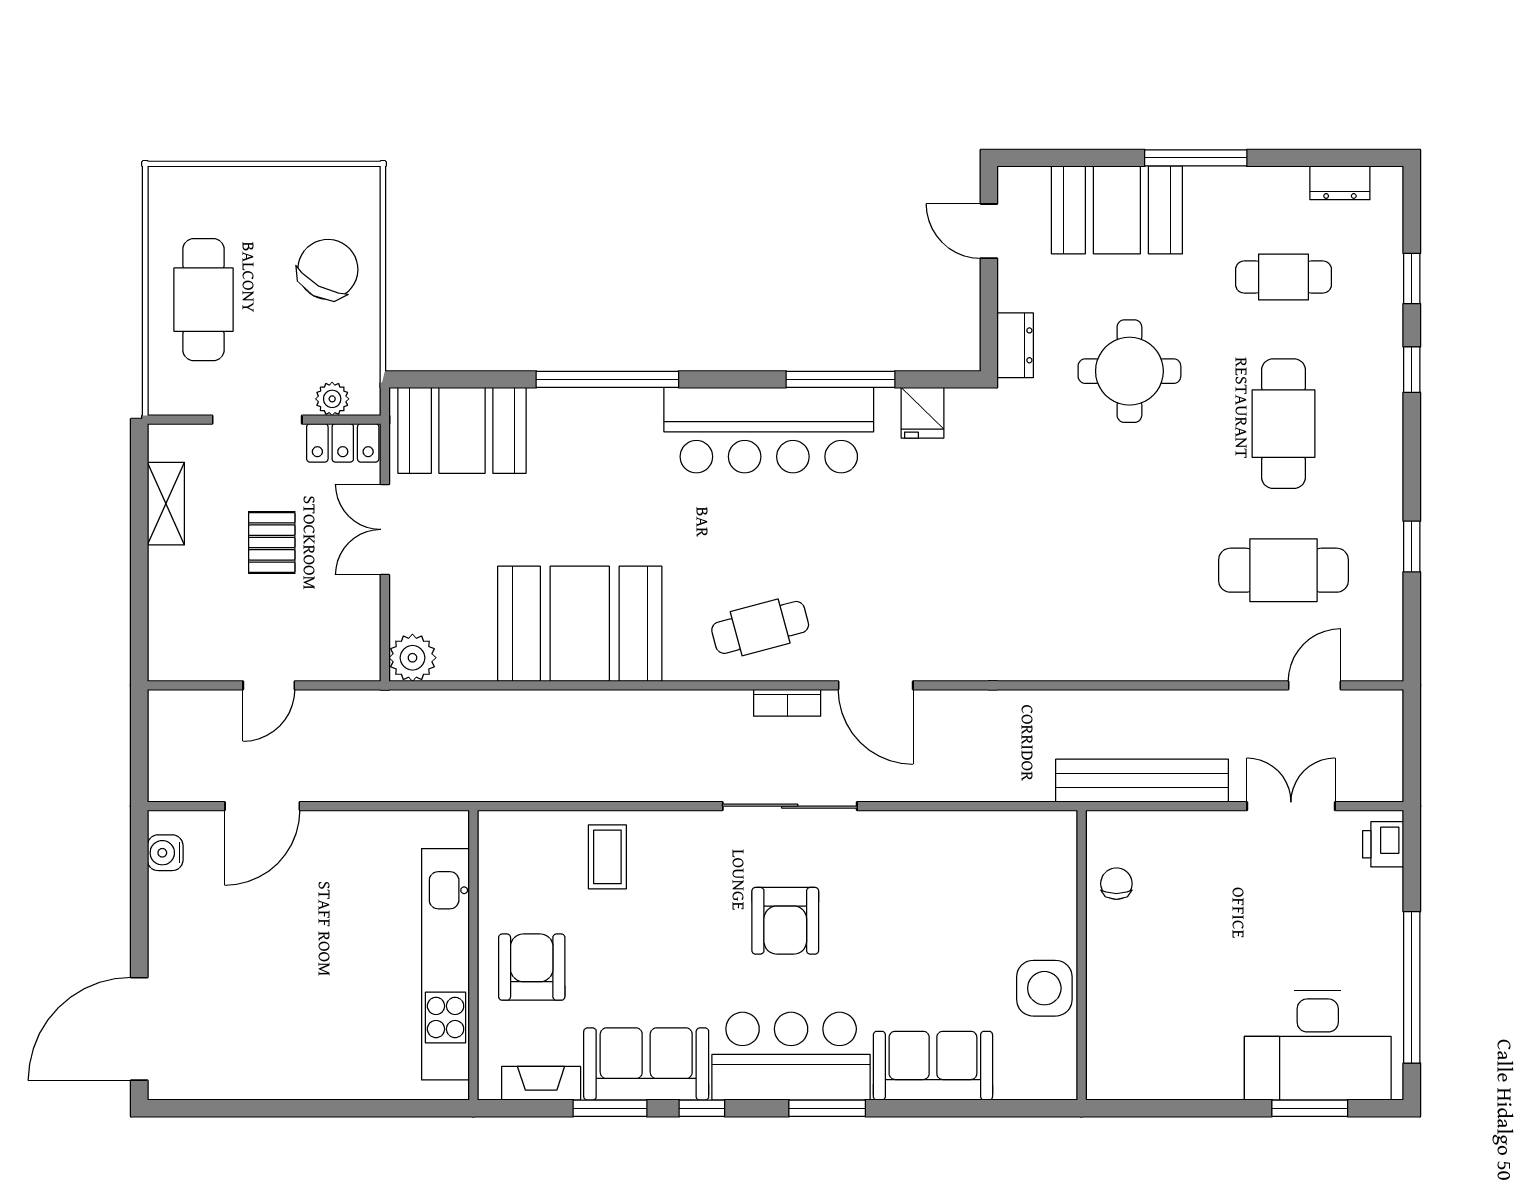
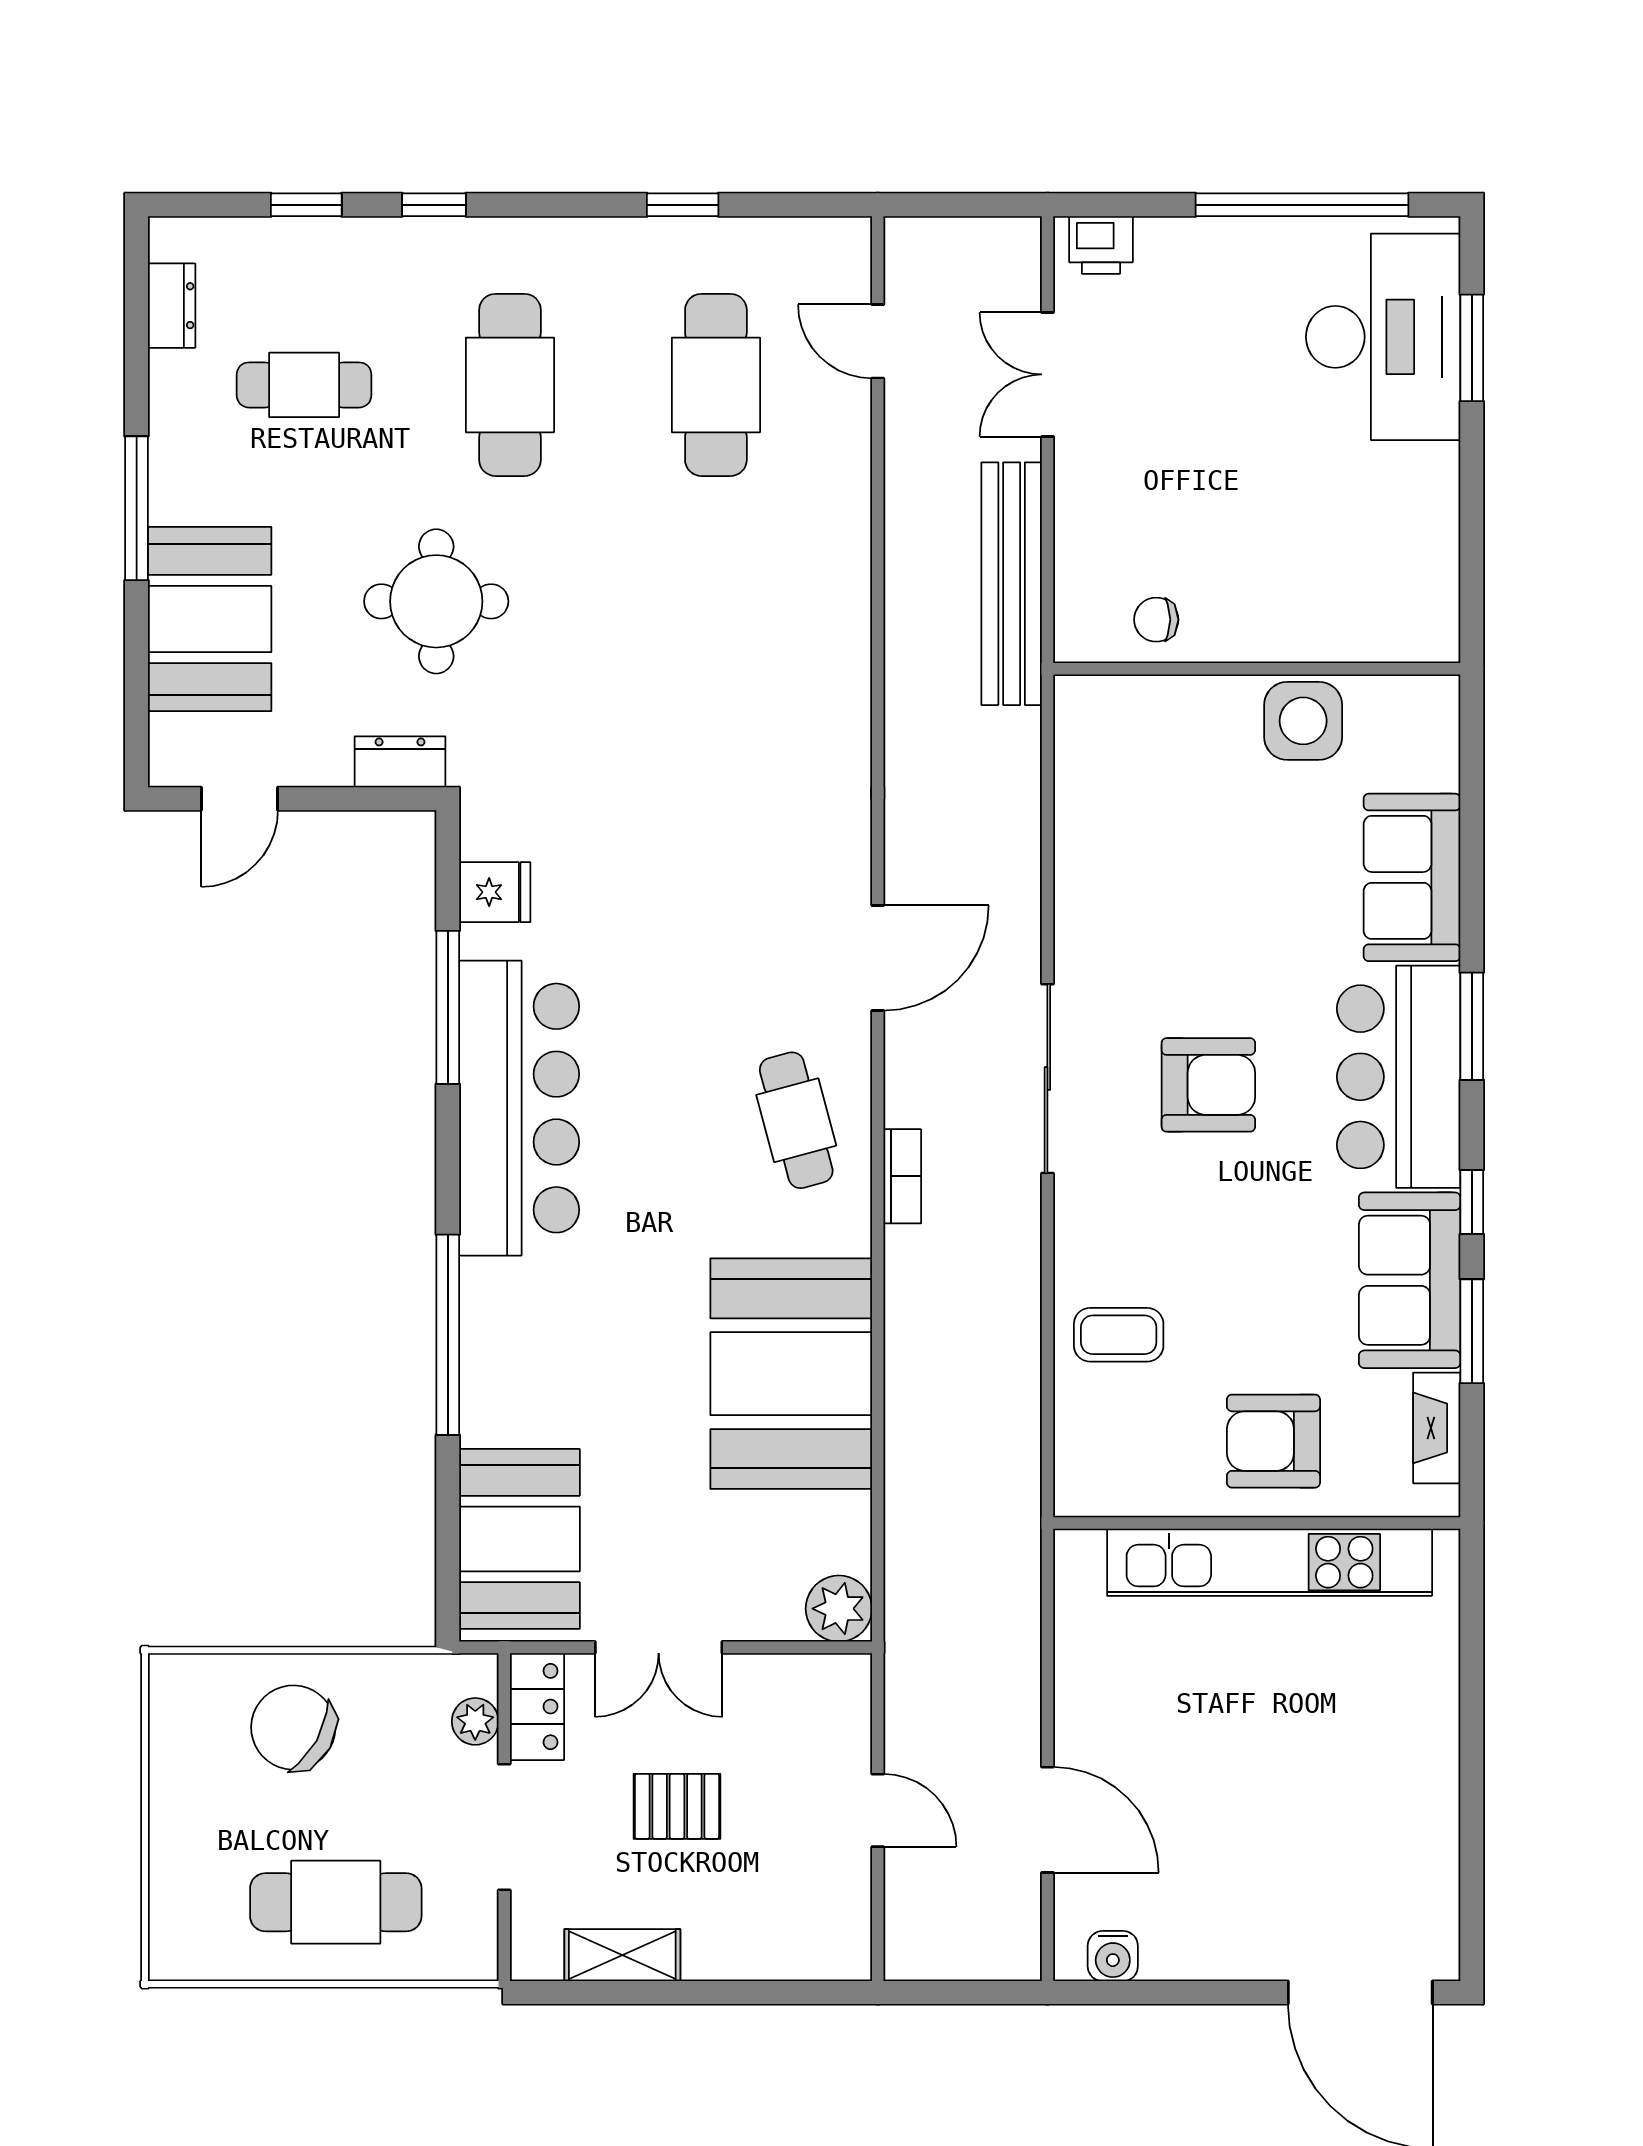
cafe table: (1284, 277) -> (304, 385), turned 90
cafe table: (1284, 424) -> (510, 385), turned 90
bookcase: (787, 703) -> (902, 1176), moved

